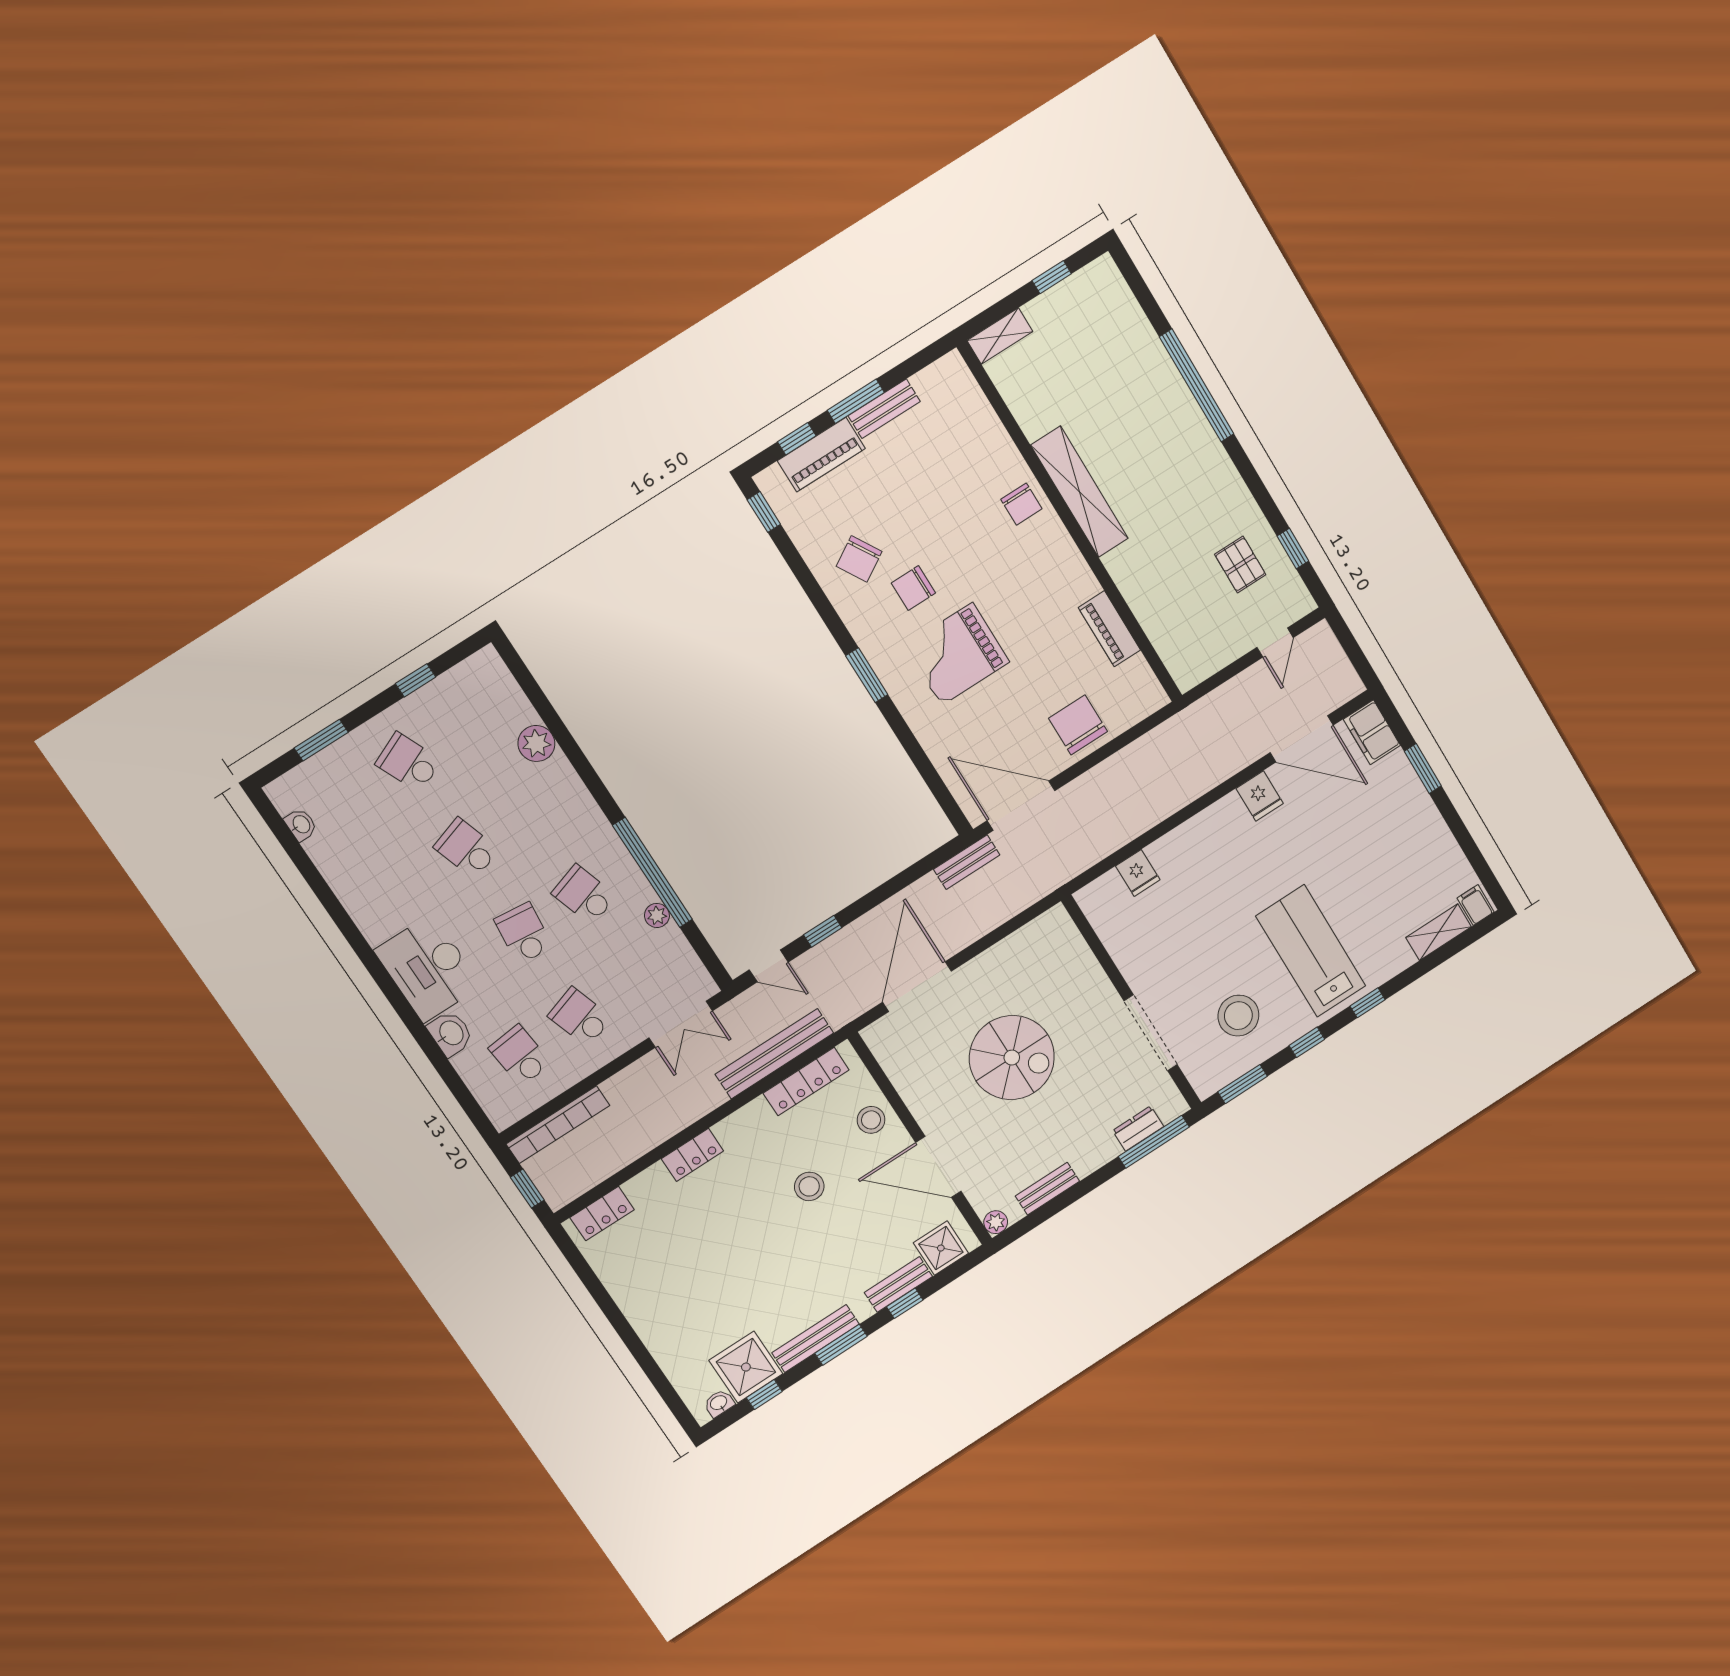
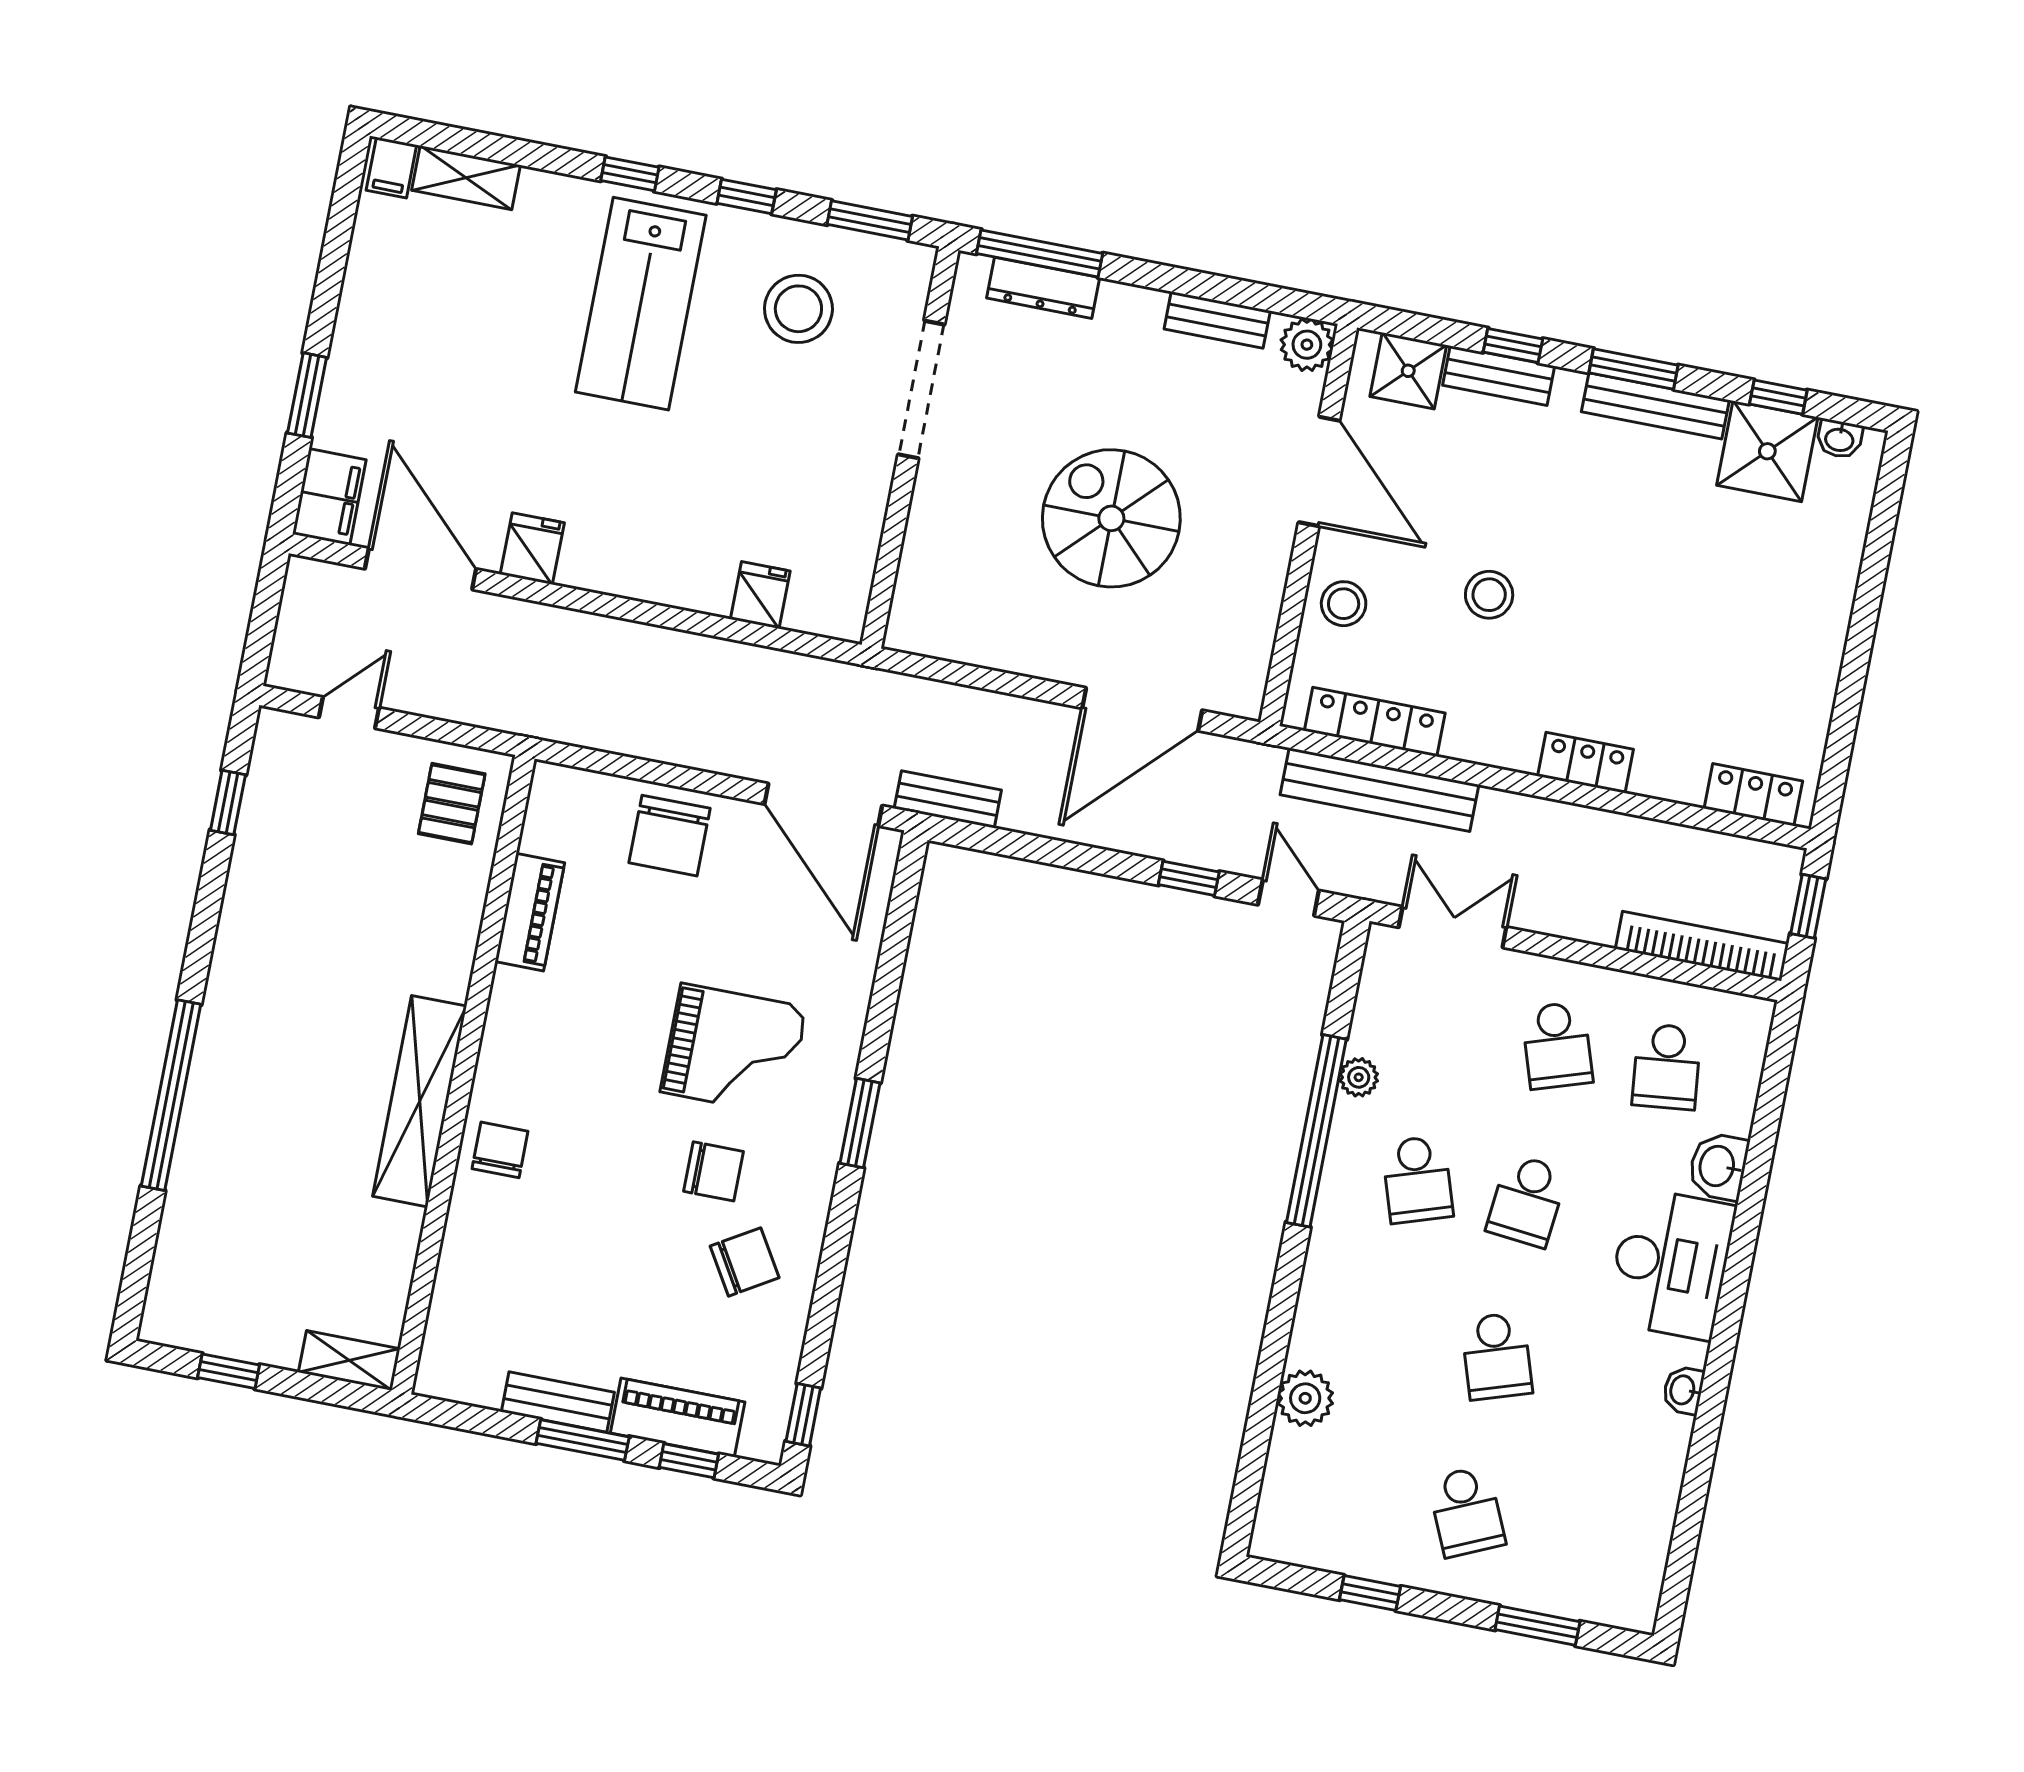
pallet: (1240, 565) -> (452, 804), moved
washbasin: (301, 825) -> (1683, 1390), moved
dresser: (1138, 1128) -> (1043, 288), width x1.44
plant: (996, 1222) -> (1307, 345), width x1.38, depth x1.38

